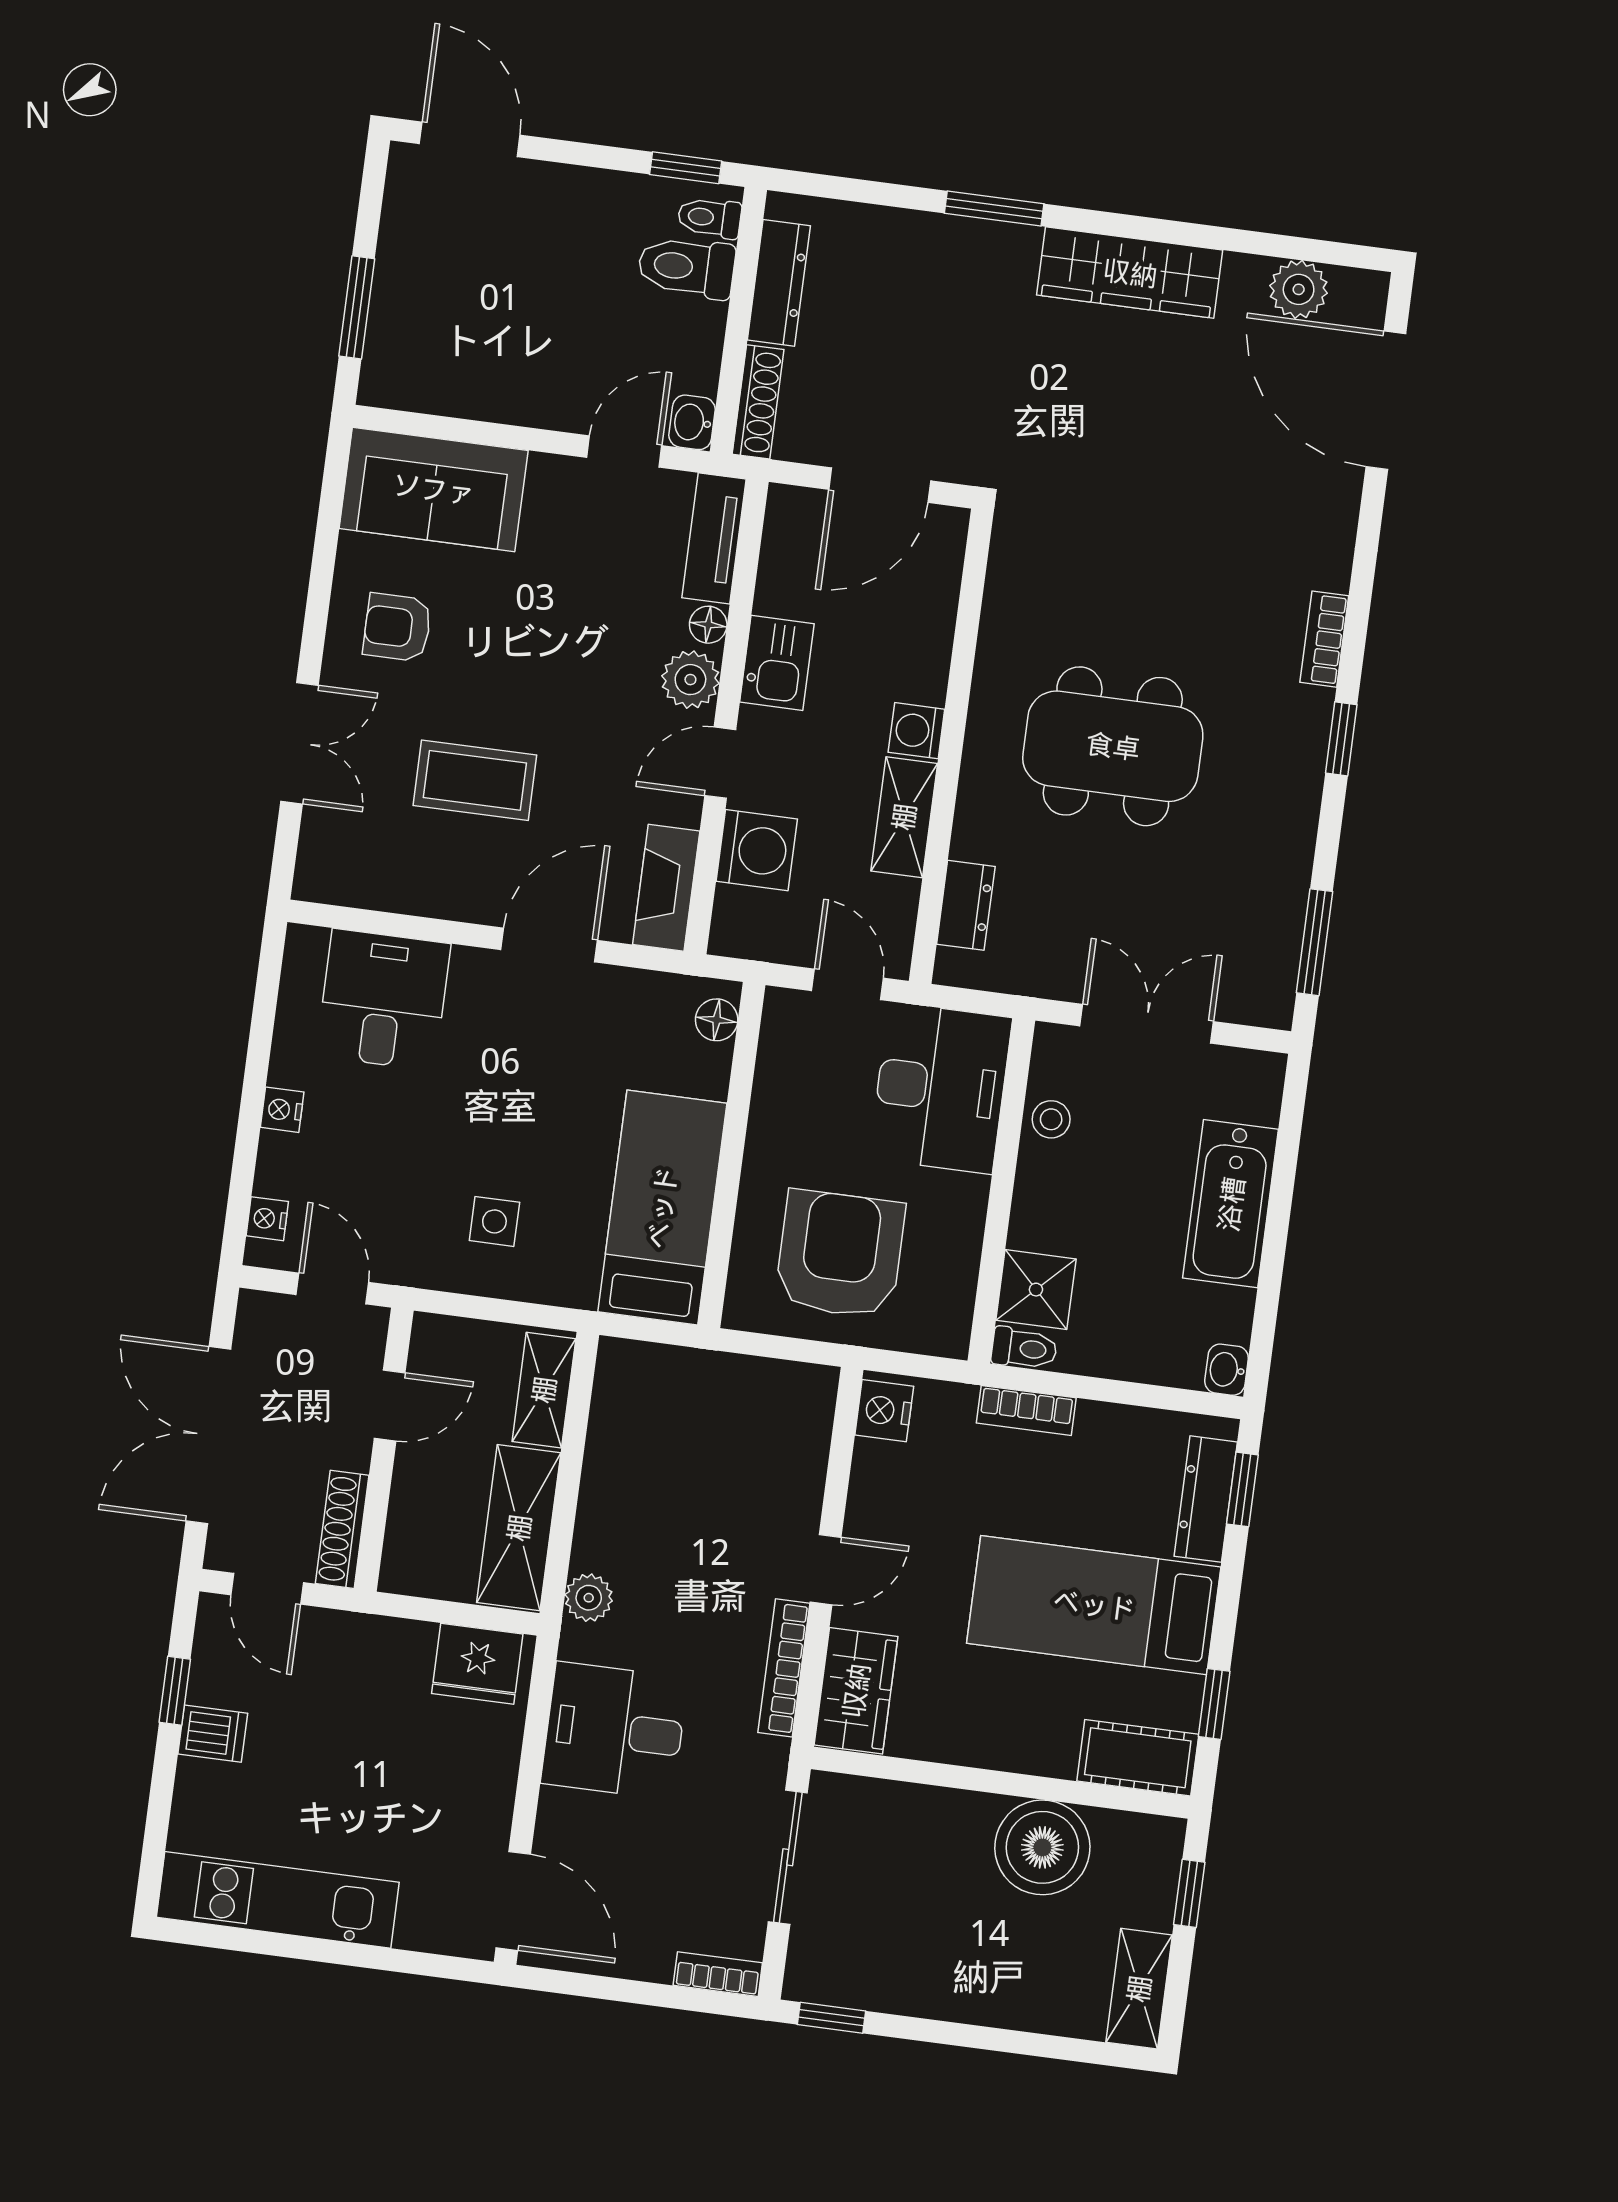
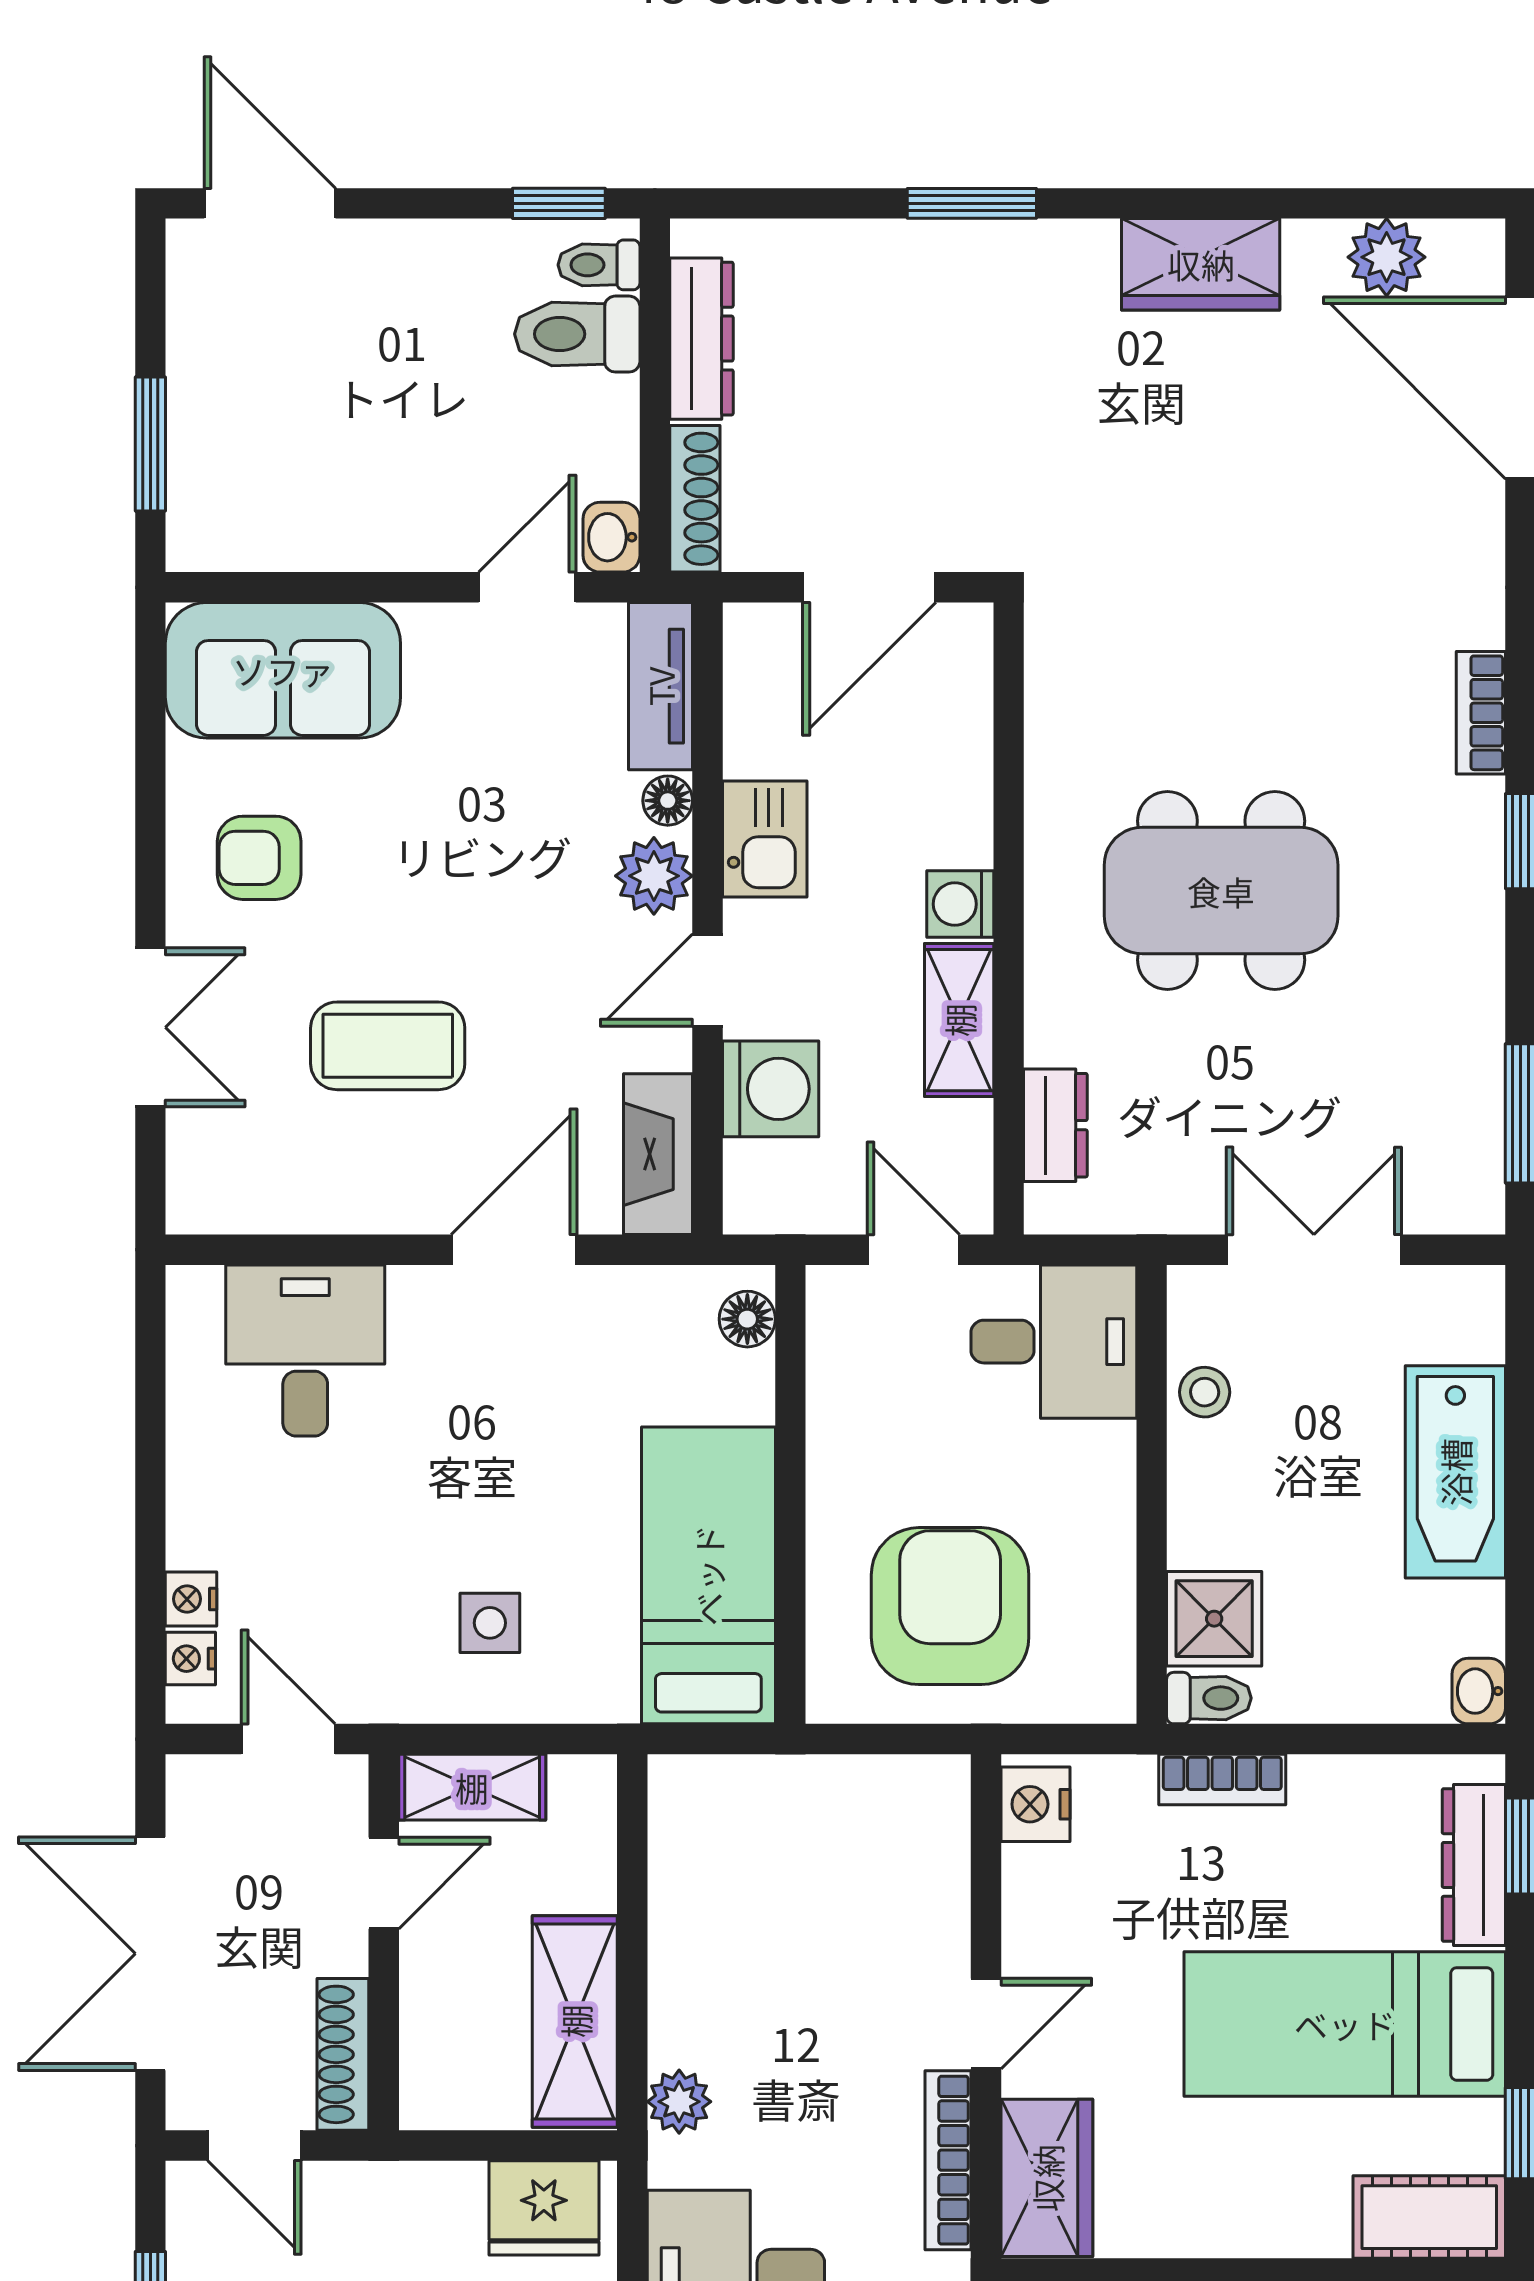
wardrobe: (1130, 273) -> (1201, 264), width x0.67
desk: (941, 1088) -> (1054, 1342), width x0.73
nightstand: (282, 1110) -> (191, 1599), moved
shelving: (544, 1390) -> (472, 1787), moved, turned 90

